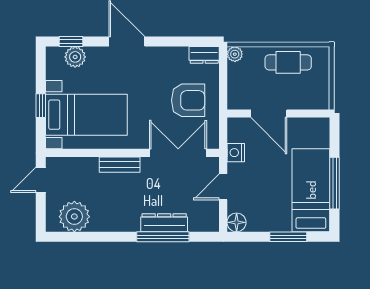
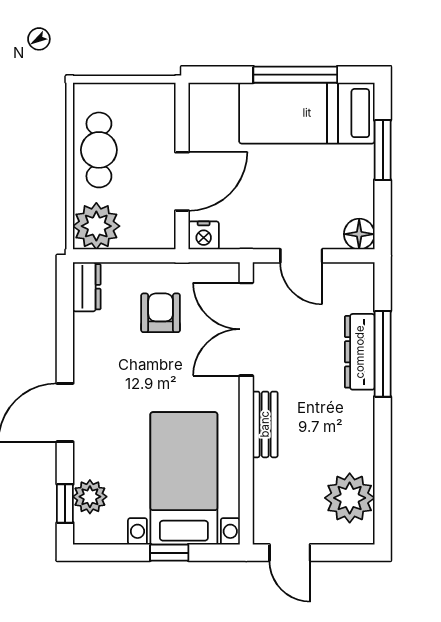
plant: (235, 54) -> (96, 226), width x1.88, depth x1.88
armchair: (188, 100) -> (161, 313), width x0.72, depth x0.72
nightstand: (236, 153) -> (204, 235), moved

